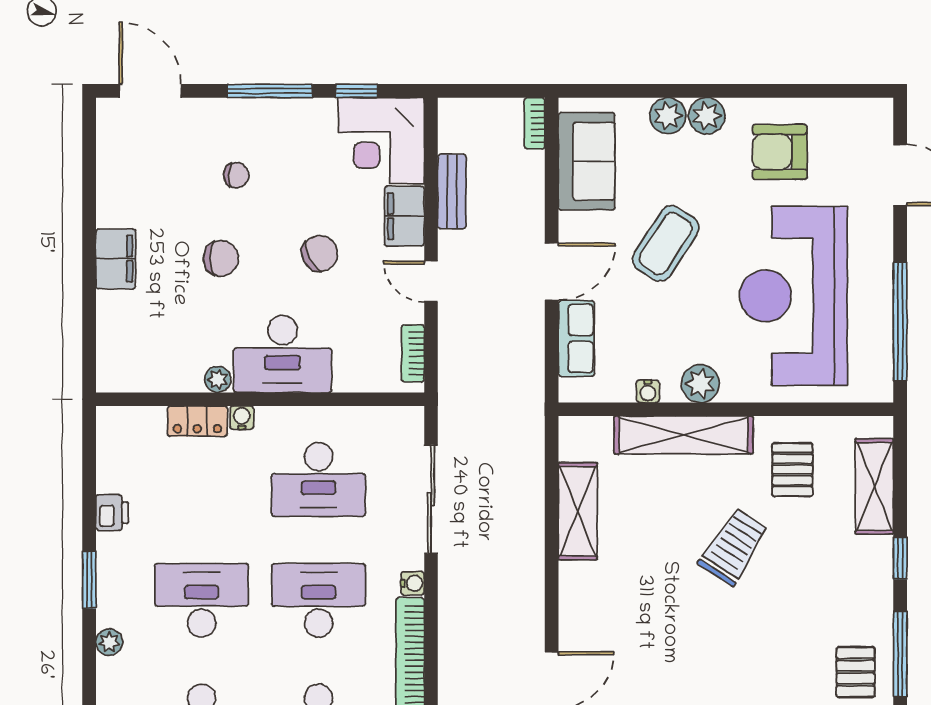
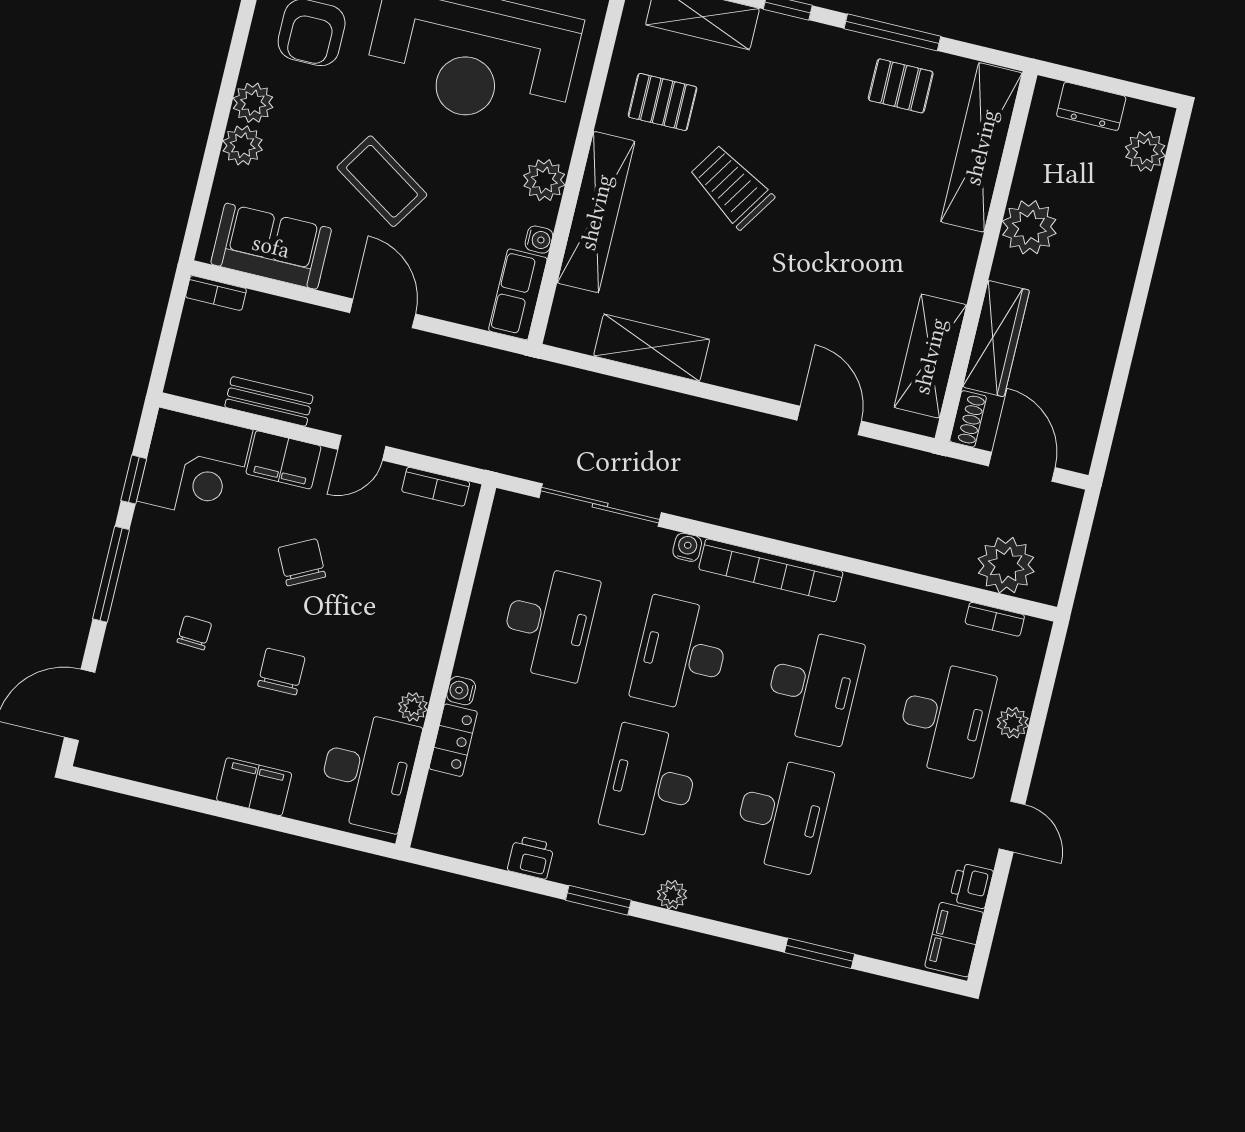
row of seats: (576, 338) -> (518, 294), moved, turned -90
desk: (283, 354) -> (368, 771), moved

